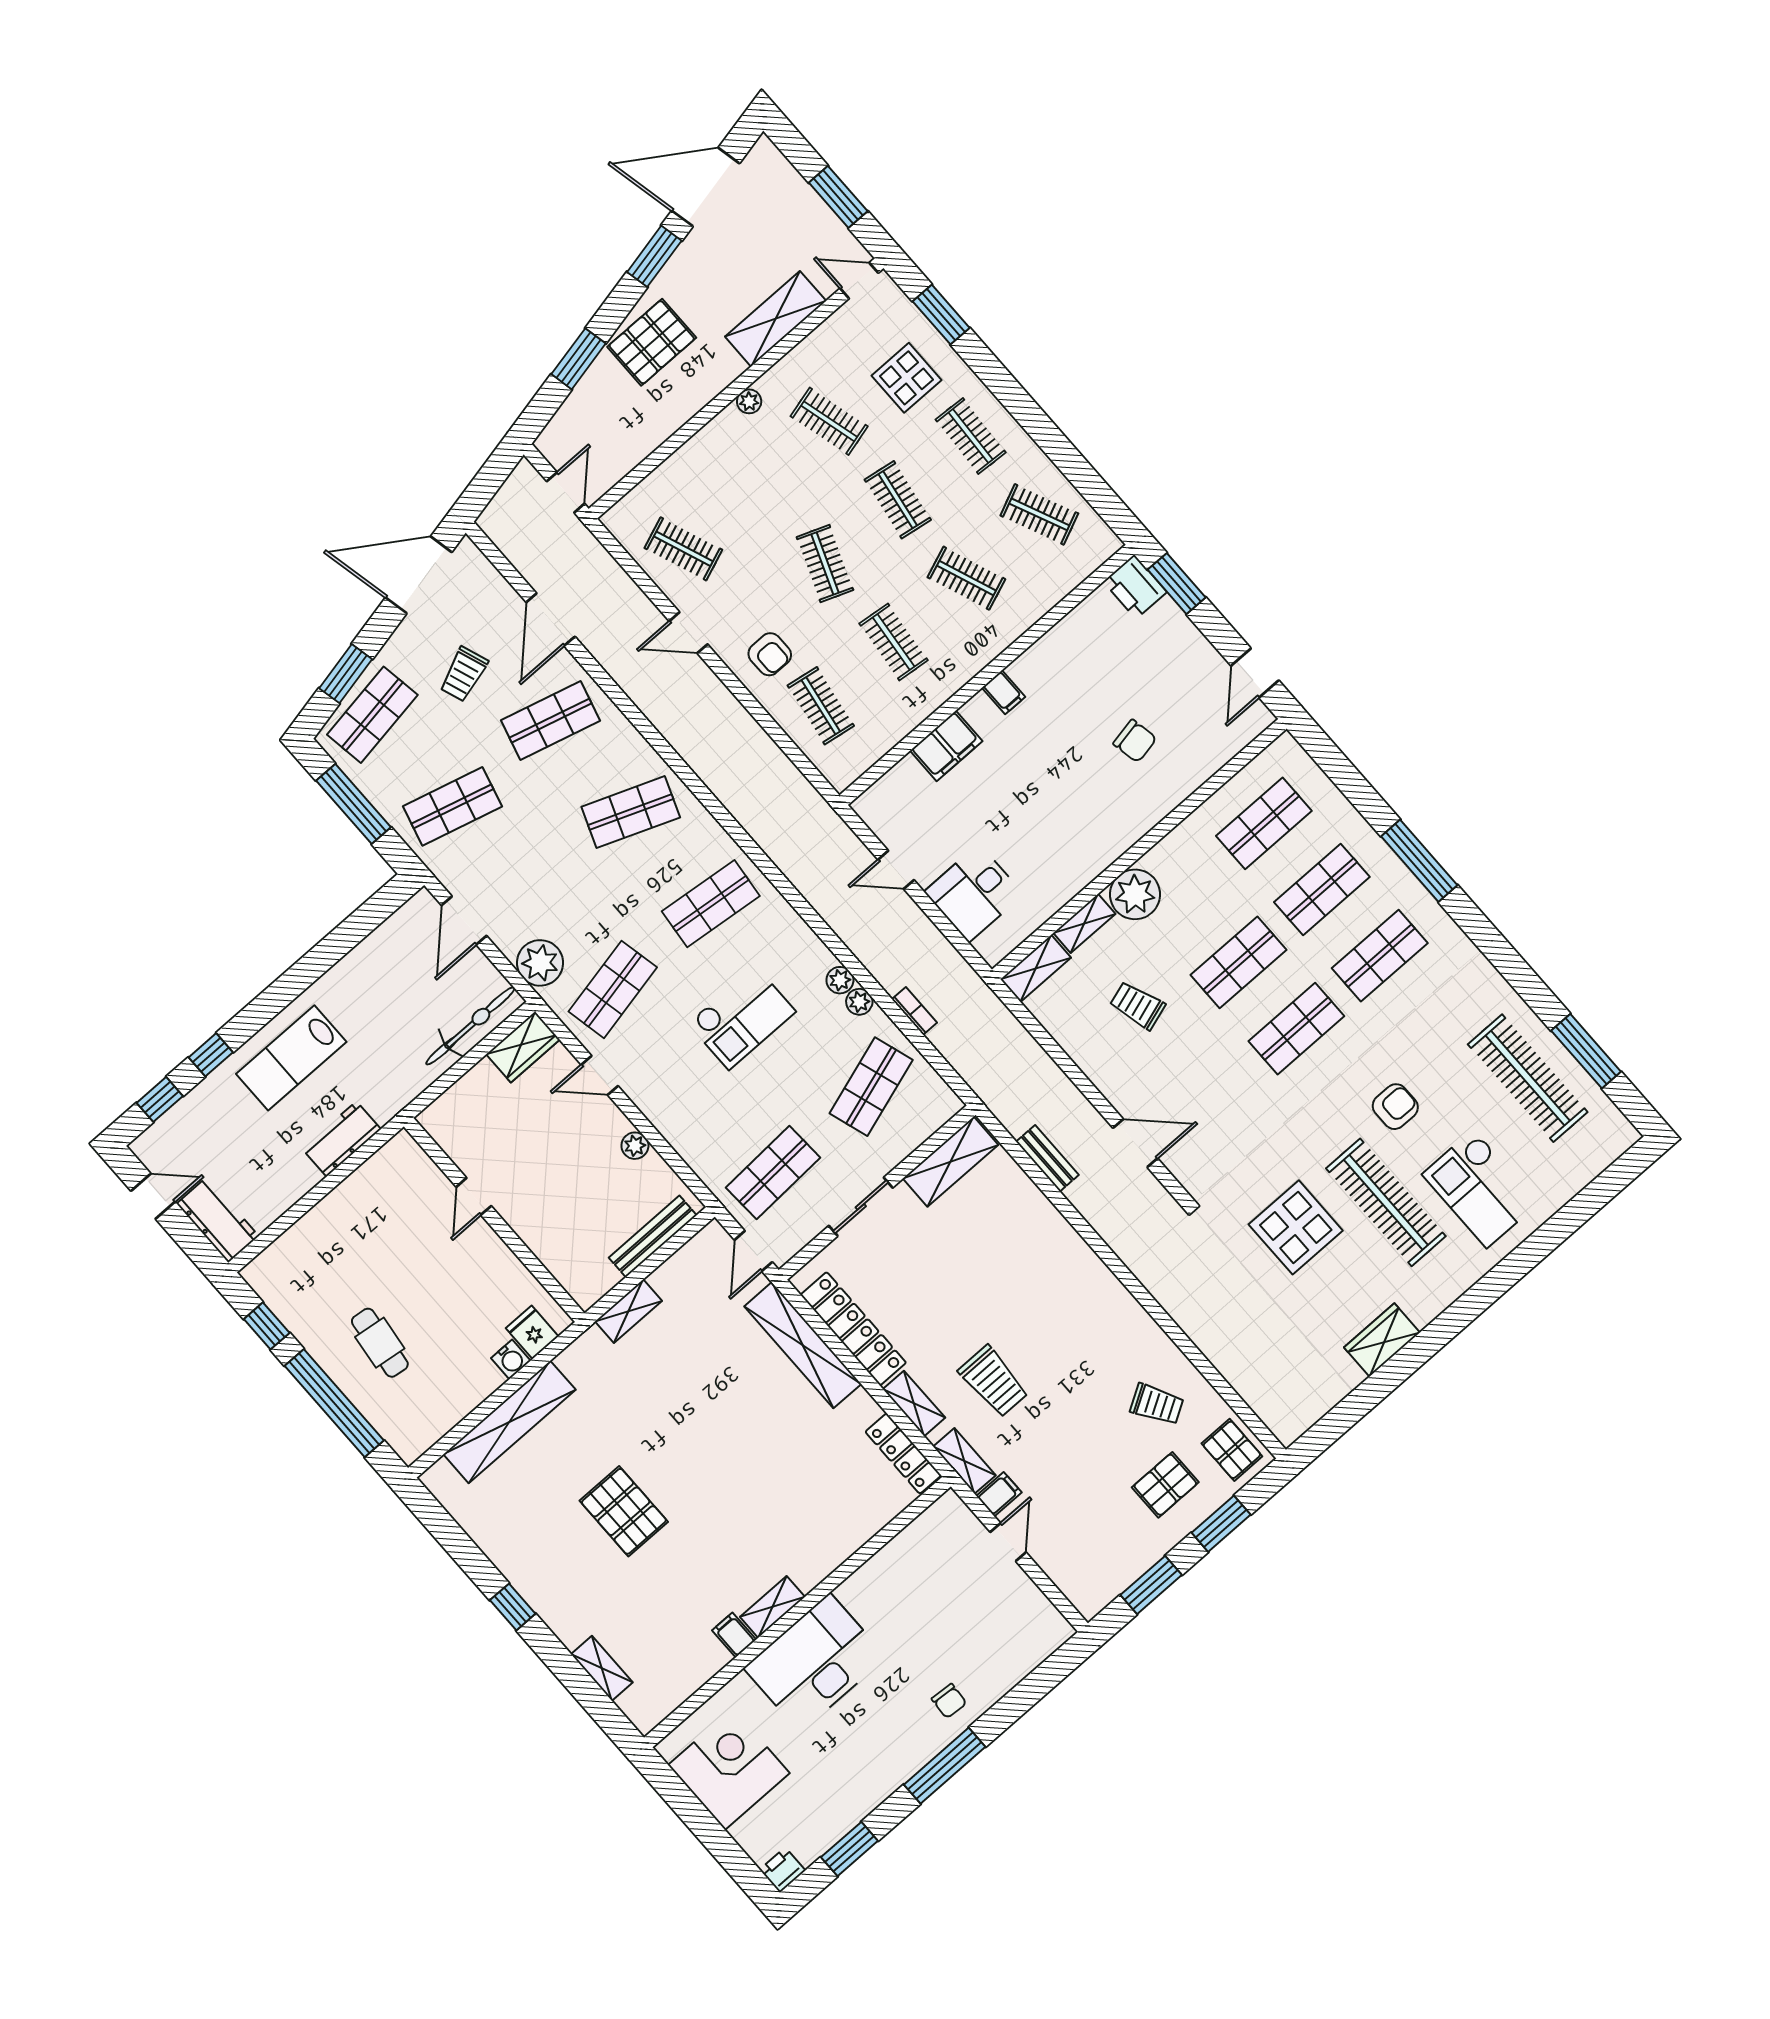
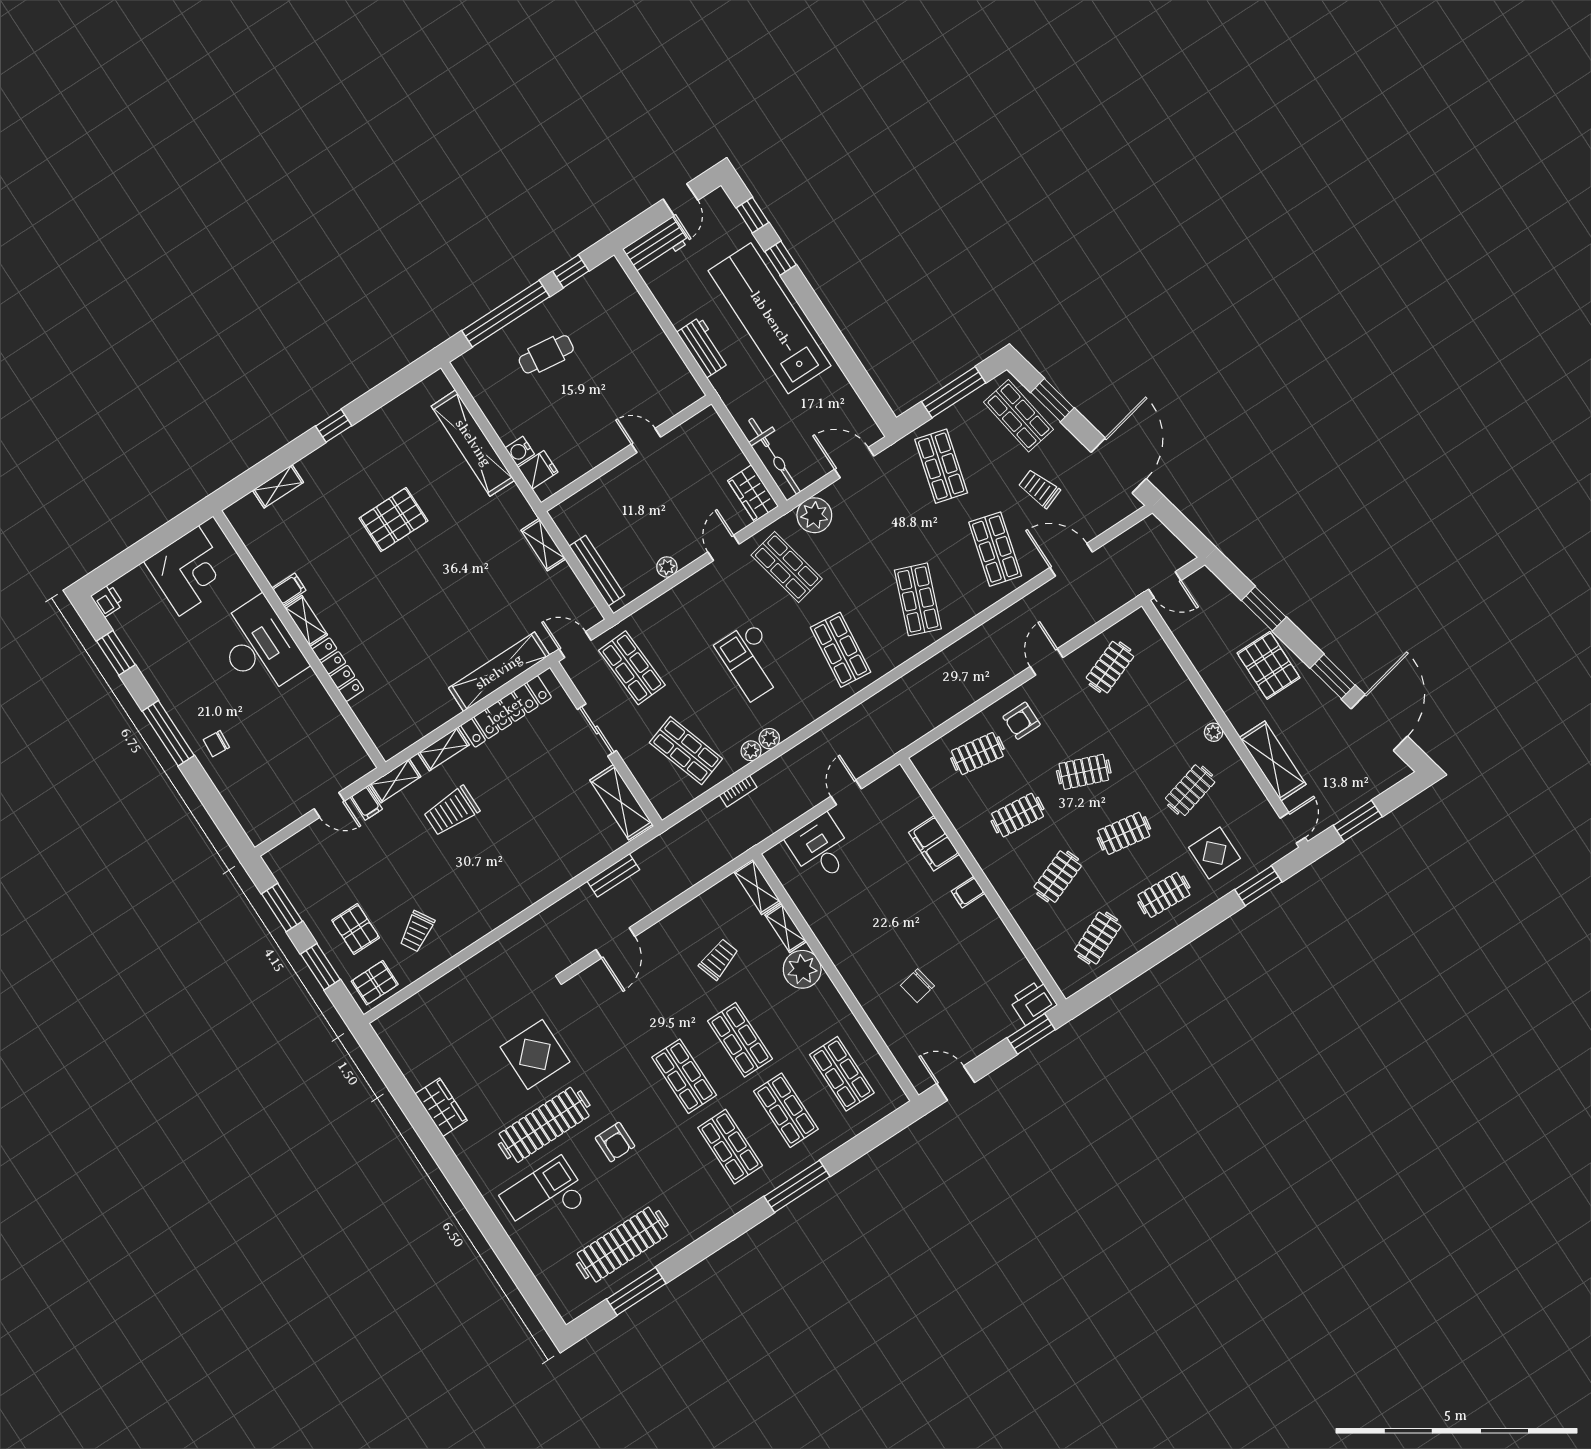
lab bench: (291, 1058) -> (770, 318), width x1.86, depth x1.39
locker: (903, 1454) -> (338, 670), moved, turned 90

